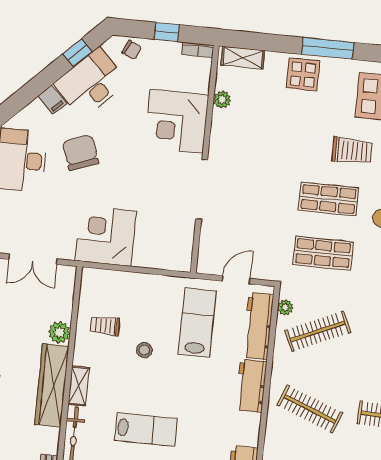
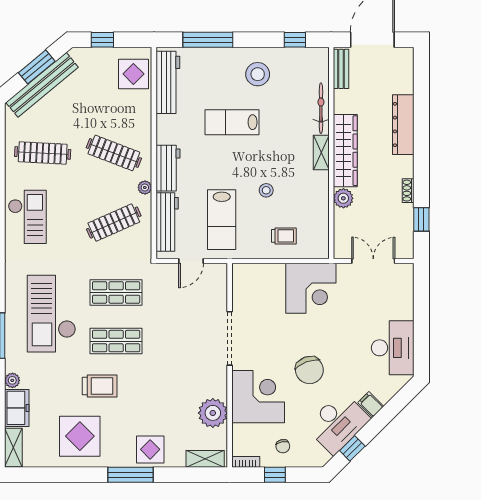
chair: (132, 50) -> (283, 446), moved, turned -127
plant: (222, 100) -> (213, 413), width x1.87, depth x1.87
trolley: (352, 151) -> (100, 386), turned 180
chair: (80, 153) -> (309, 370), moved
plant: (285, 307) -> (145, 187), moved
trolley: (105, 326) -> (284, 236), moved
lab bench: (146, 429) -> (232, 122), moved

